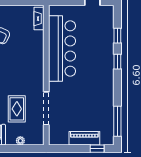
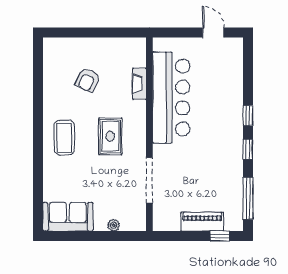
fireplace: (39, 19) -> (139, 84), moved
window: (117, 36) -> (248, 149), moved
rug: (17, 109) -> (110, 136), moved

